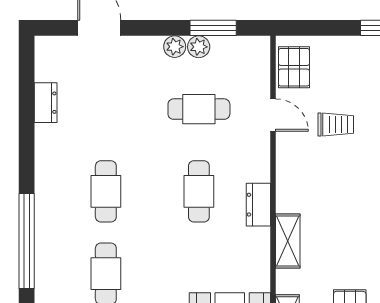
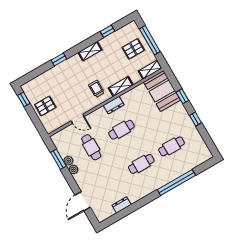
pallet: (294, 67) -> (45, 106), moved
door: (273, 115) -> (78, 119), swing flipped
trolley: (336, 125) -> (97, 89), moved

